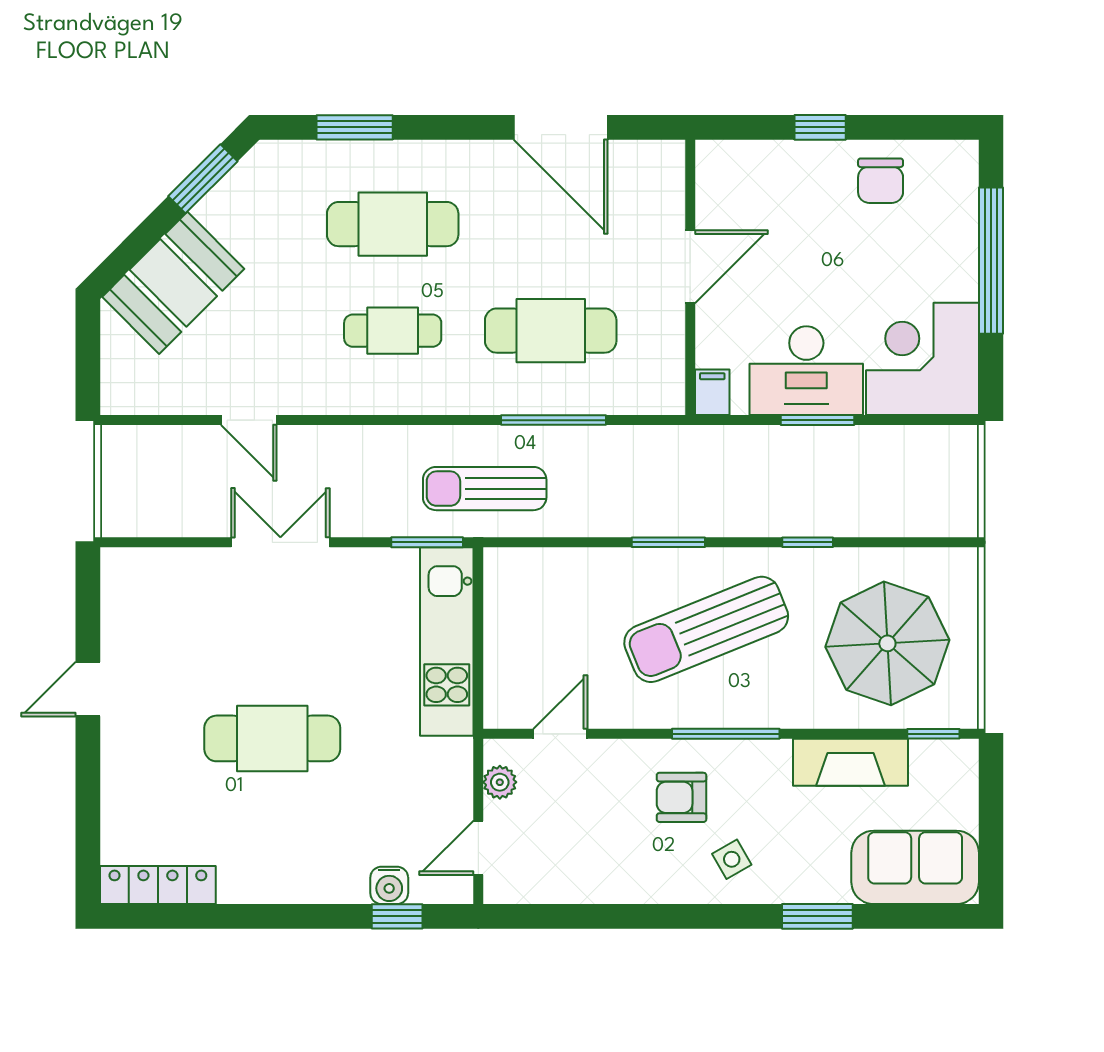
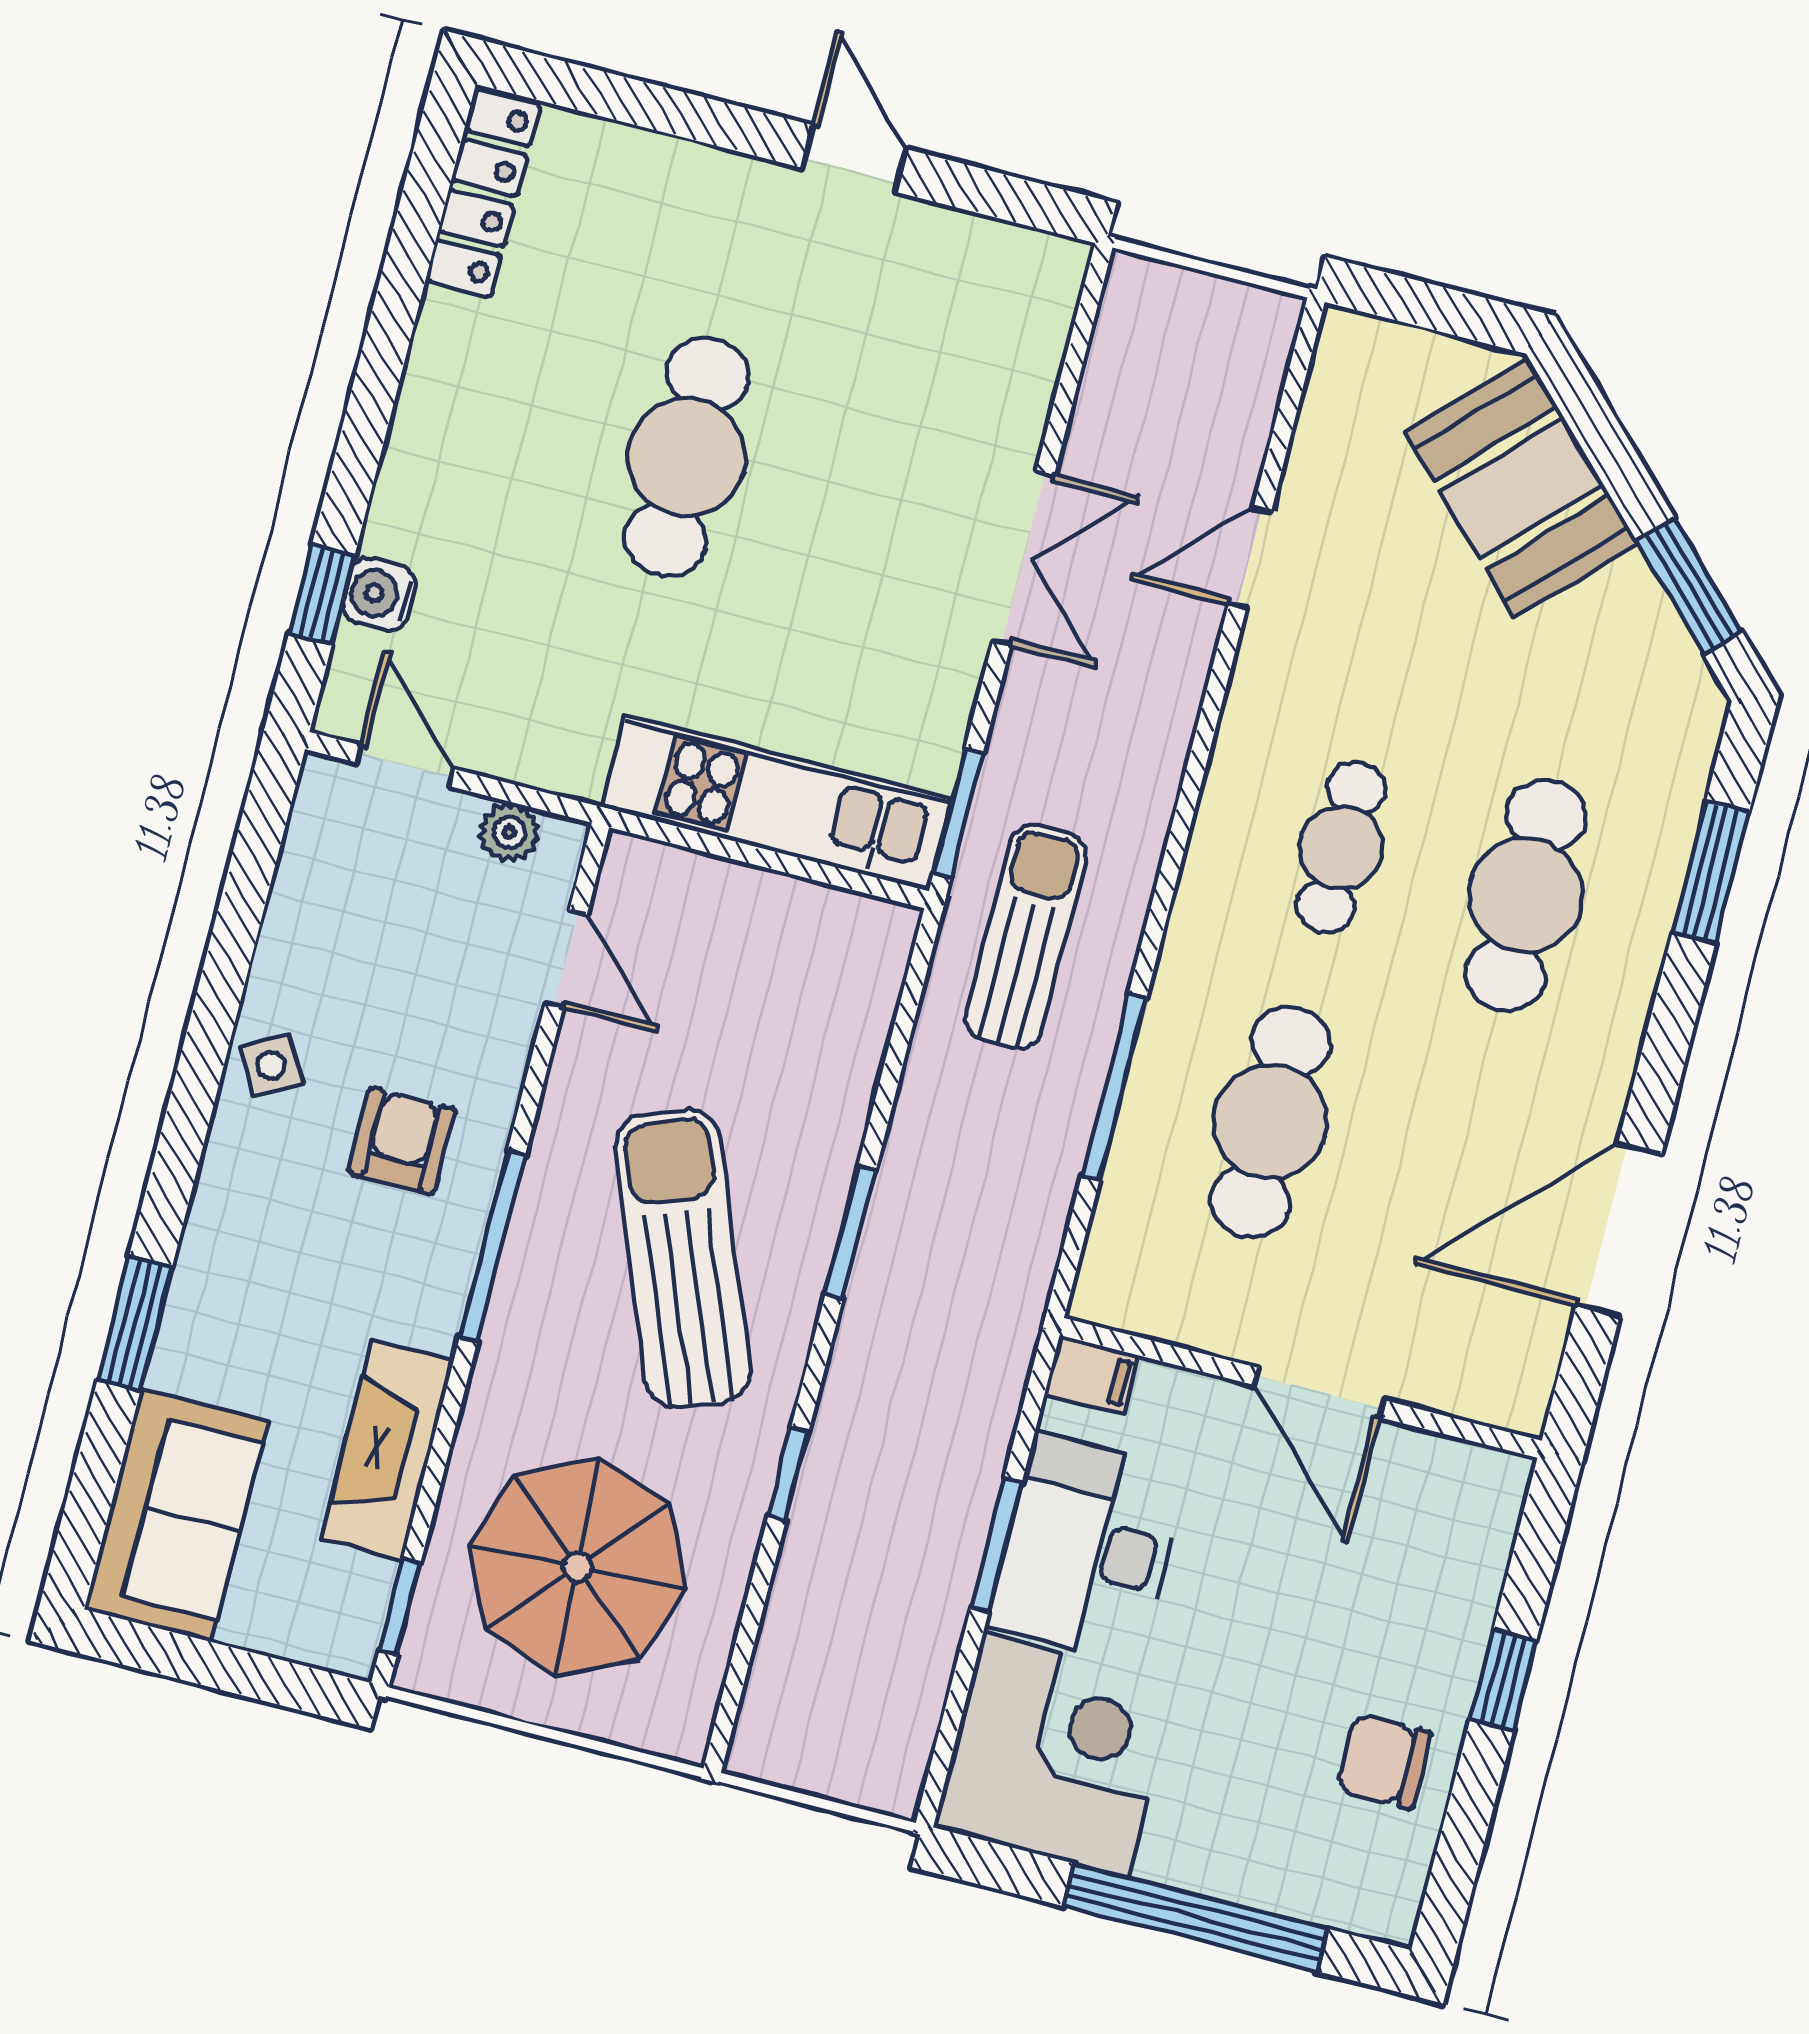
side table: (732, 859) -> (271, 1065), moved

